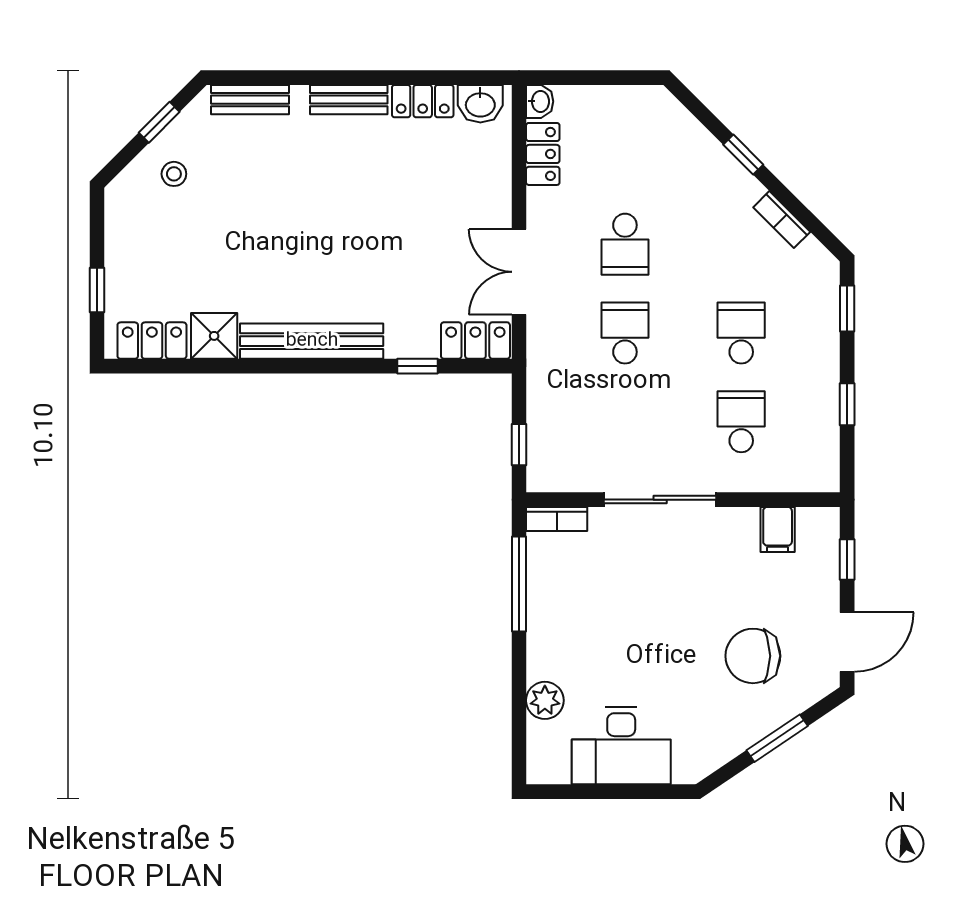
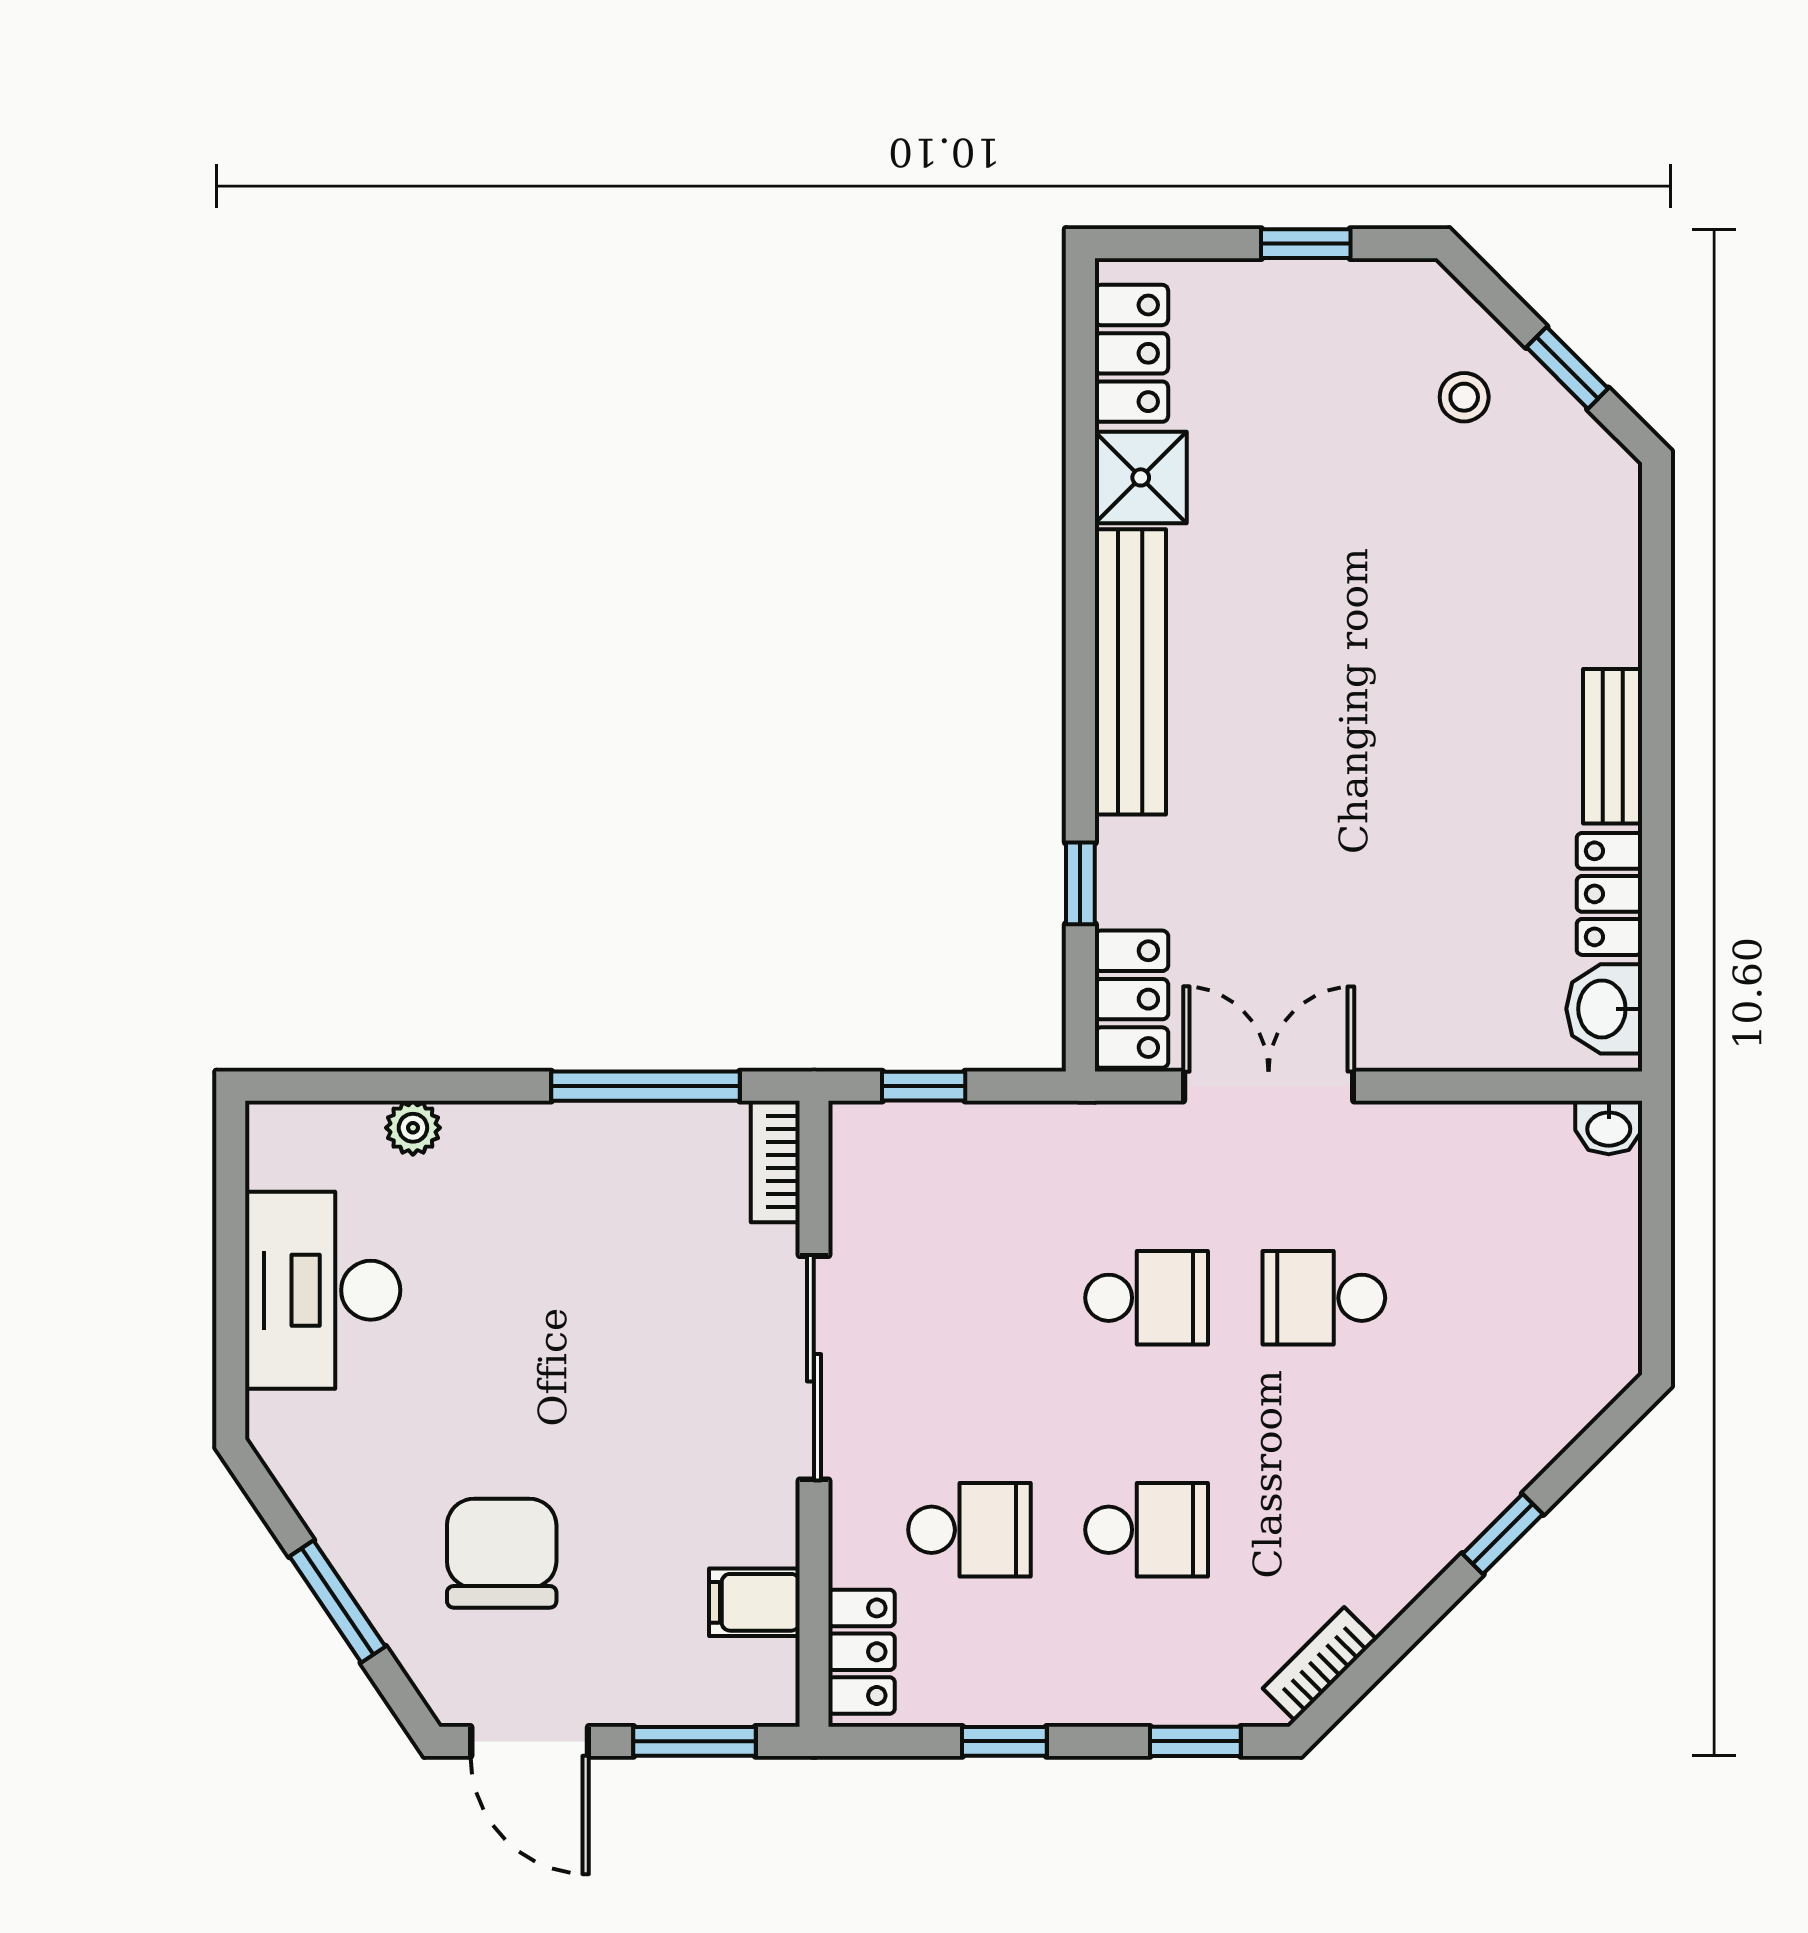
bench: (250, 100) -> (1612, 549), removed
locker: (543, 154) -> (862, 1652), moved, turned -90
bookcase: (782, 220) -> (1320, 1664), moved
window: (97, 290) -> (1306, 244), moved
window: (847, 559) -> (694, 1741), width x1.50
plant: (545, 700) -> (413, 1128), width x0.73, depth x0.73

